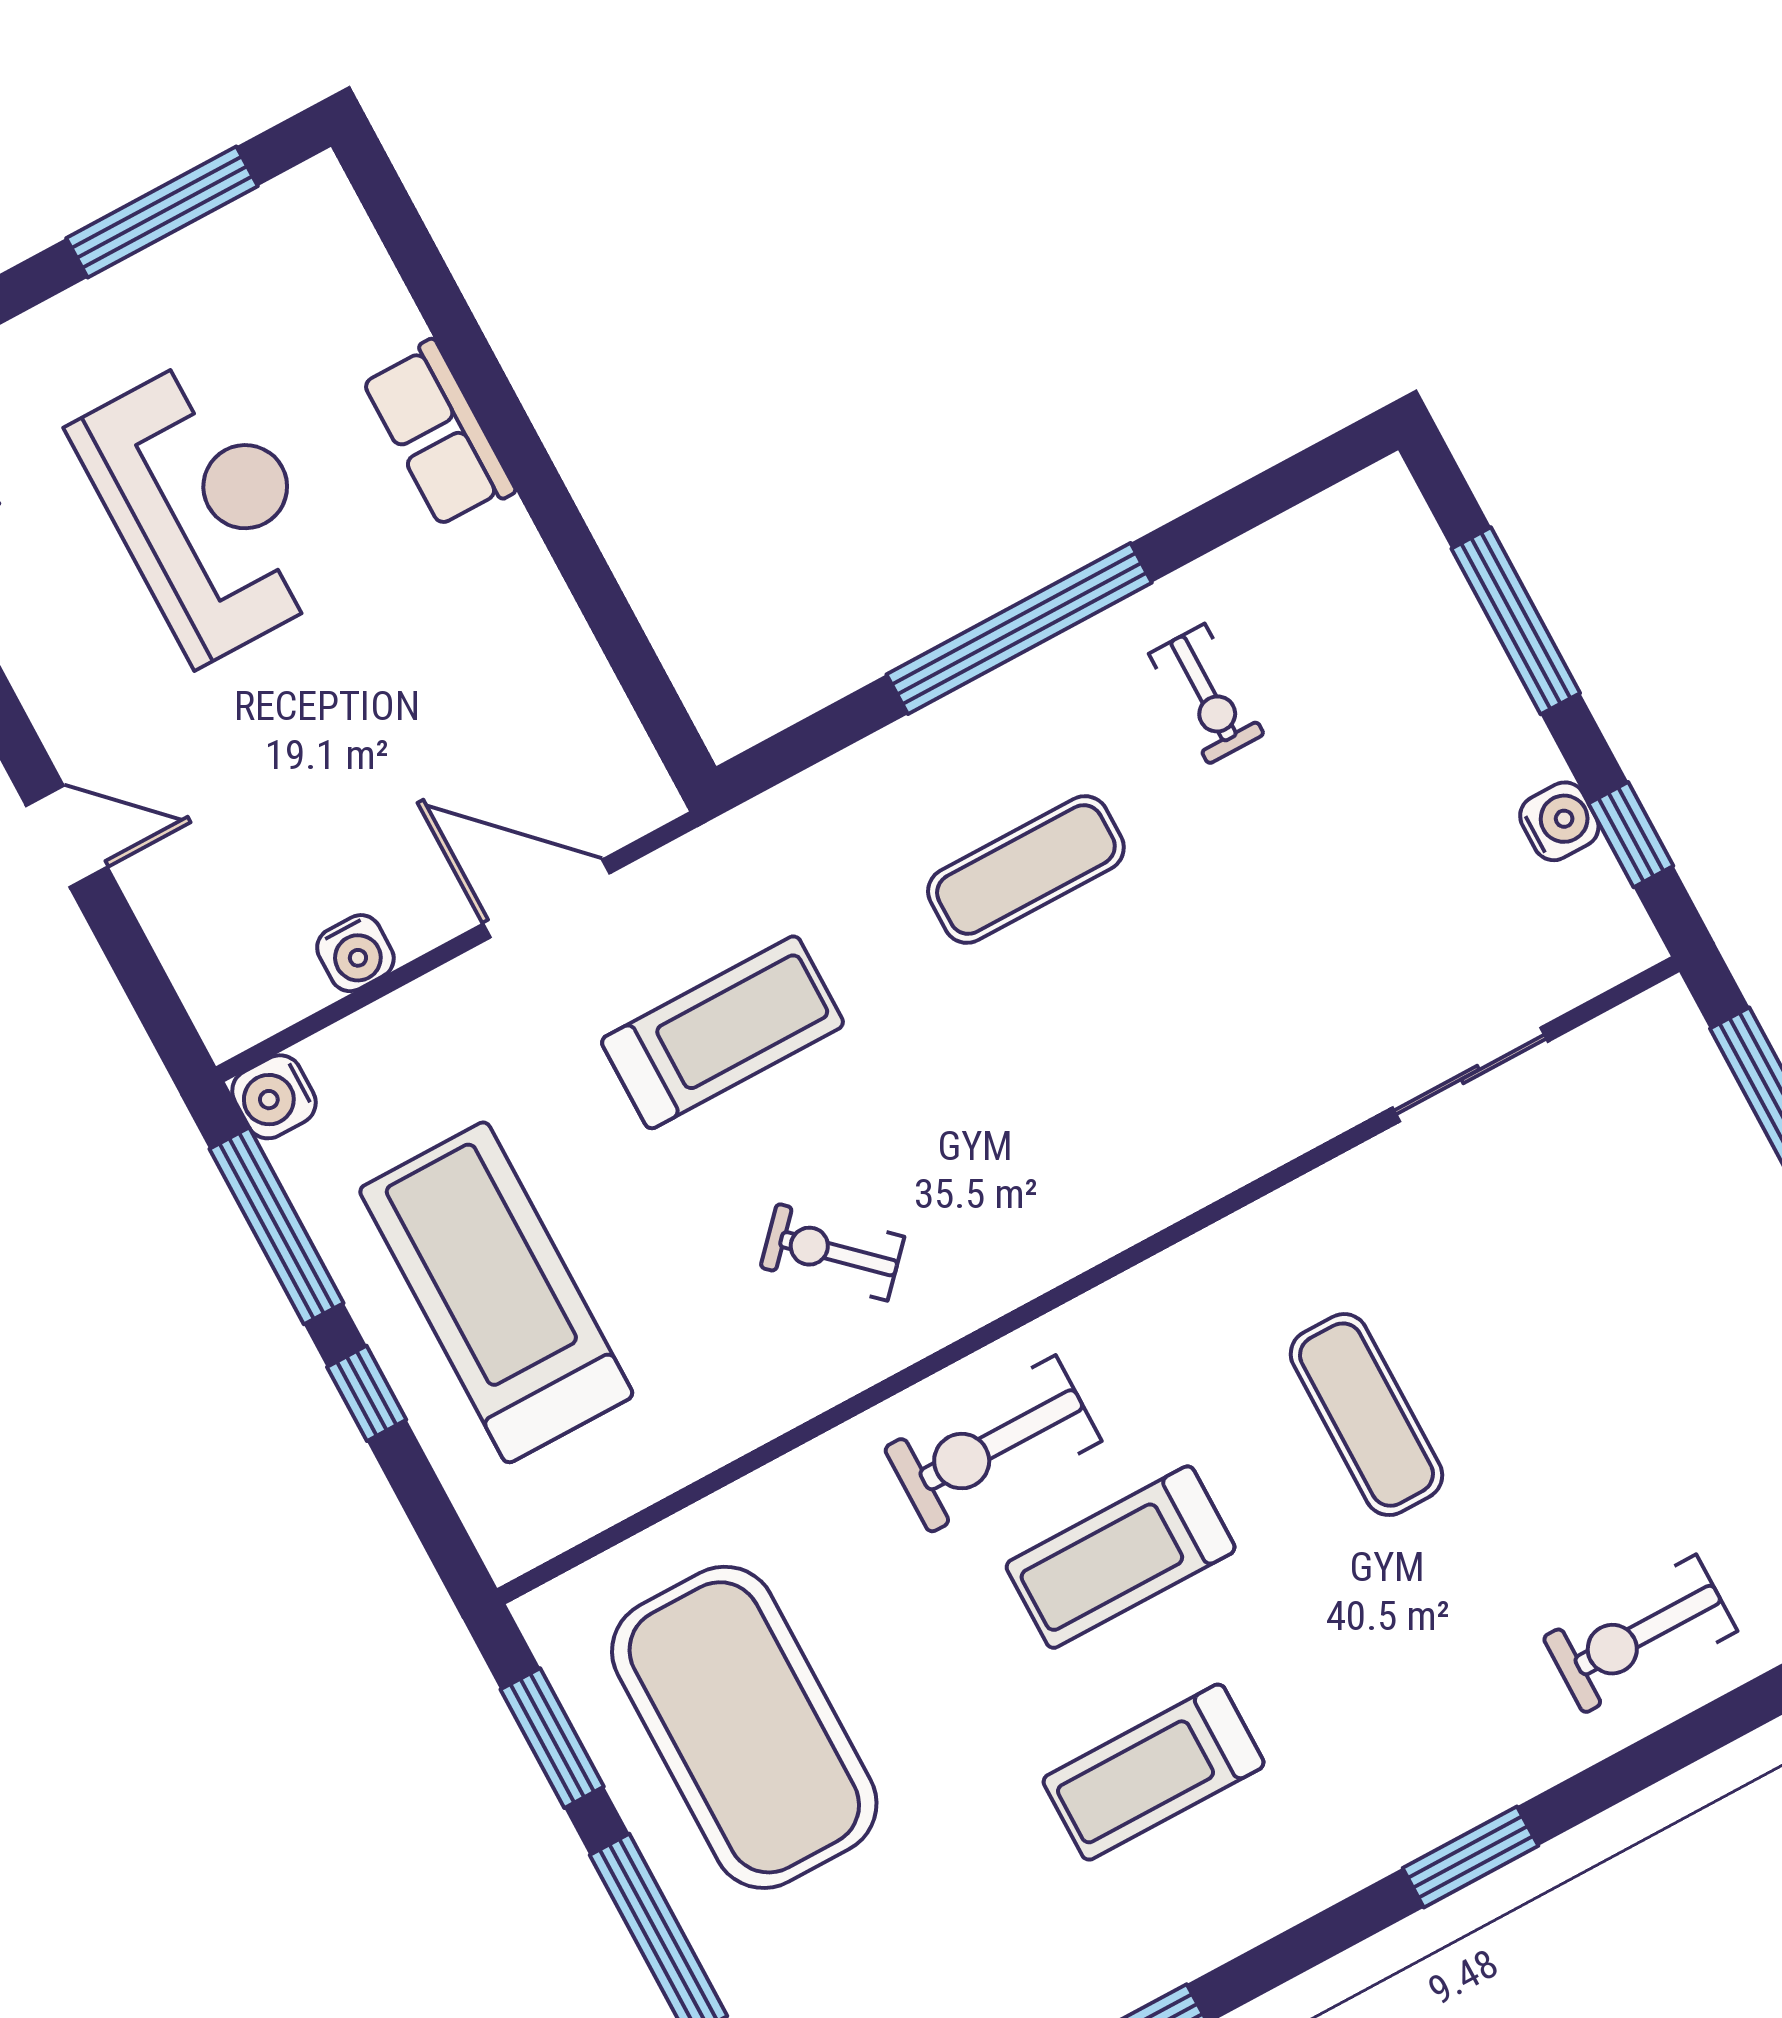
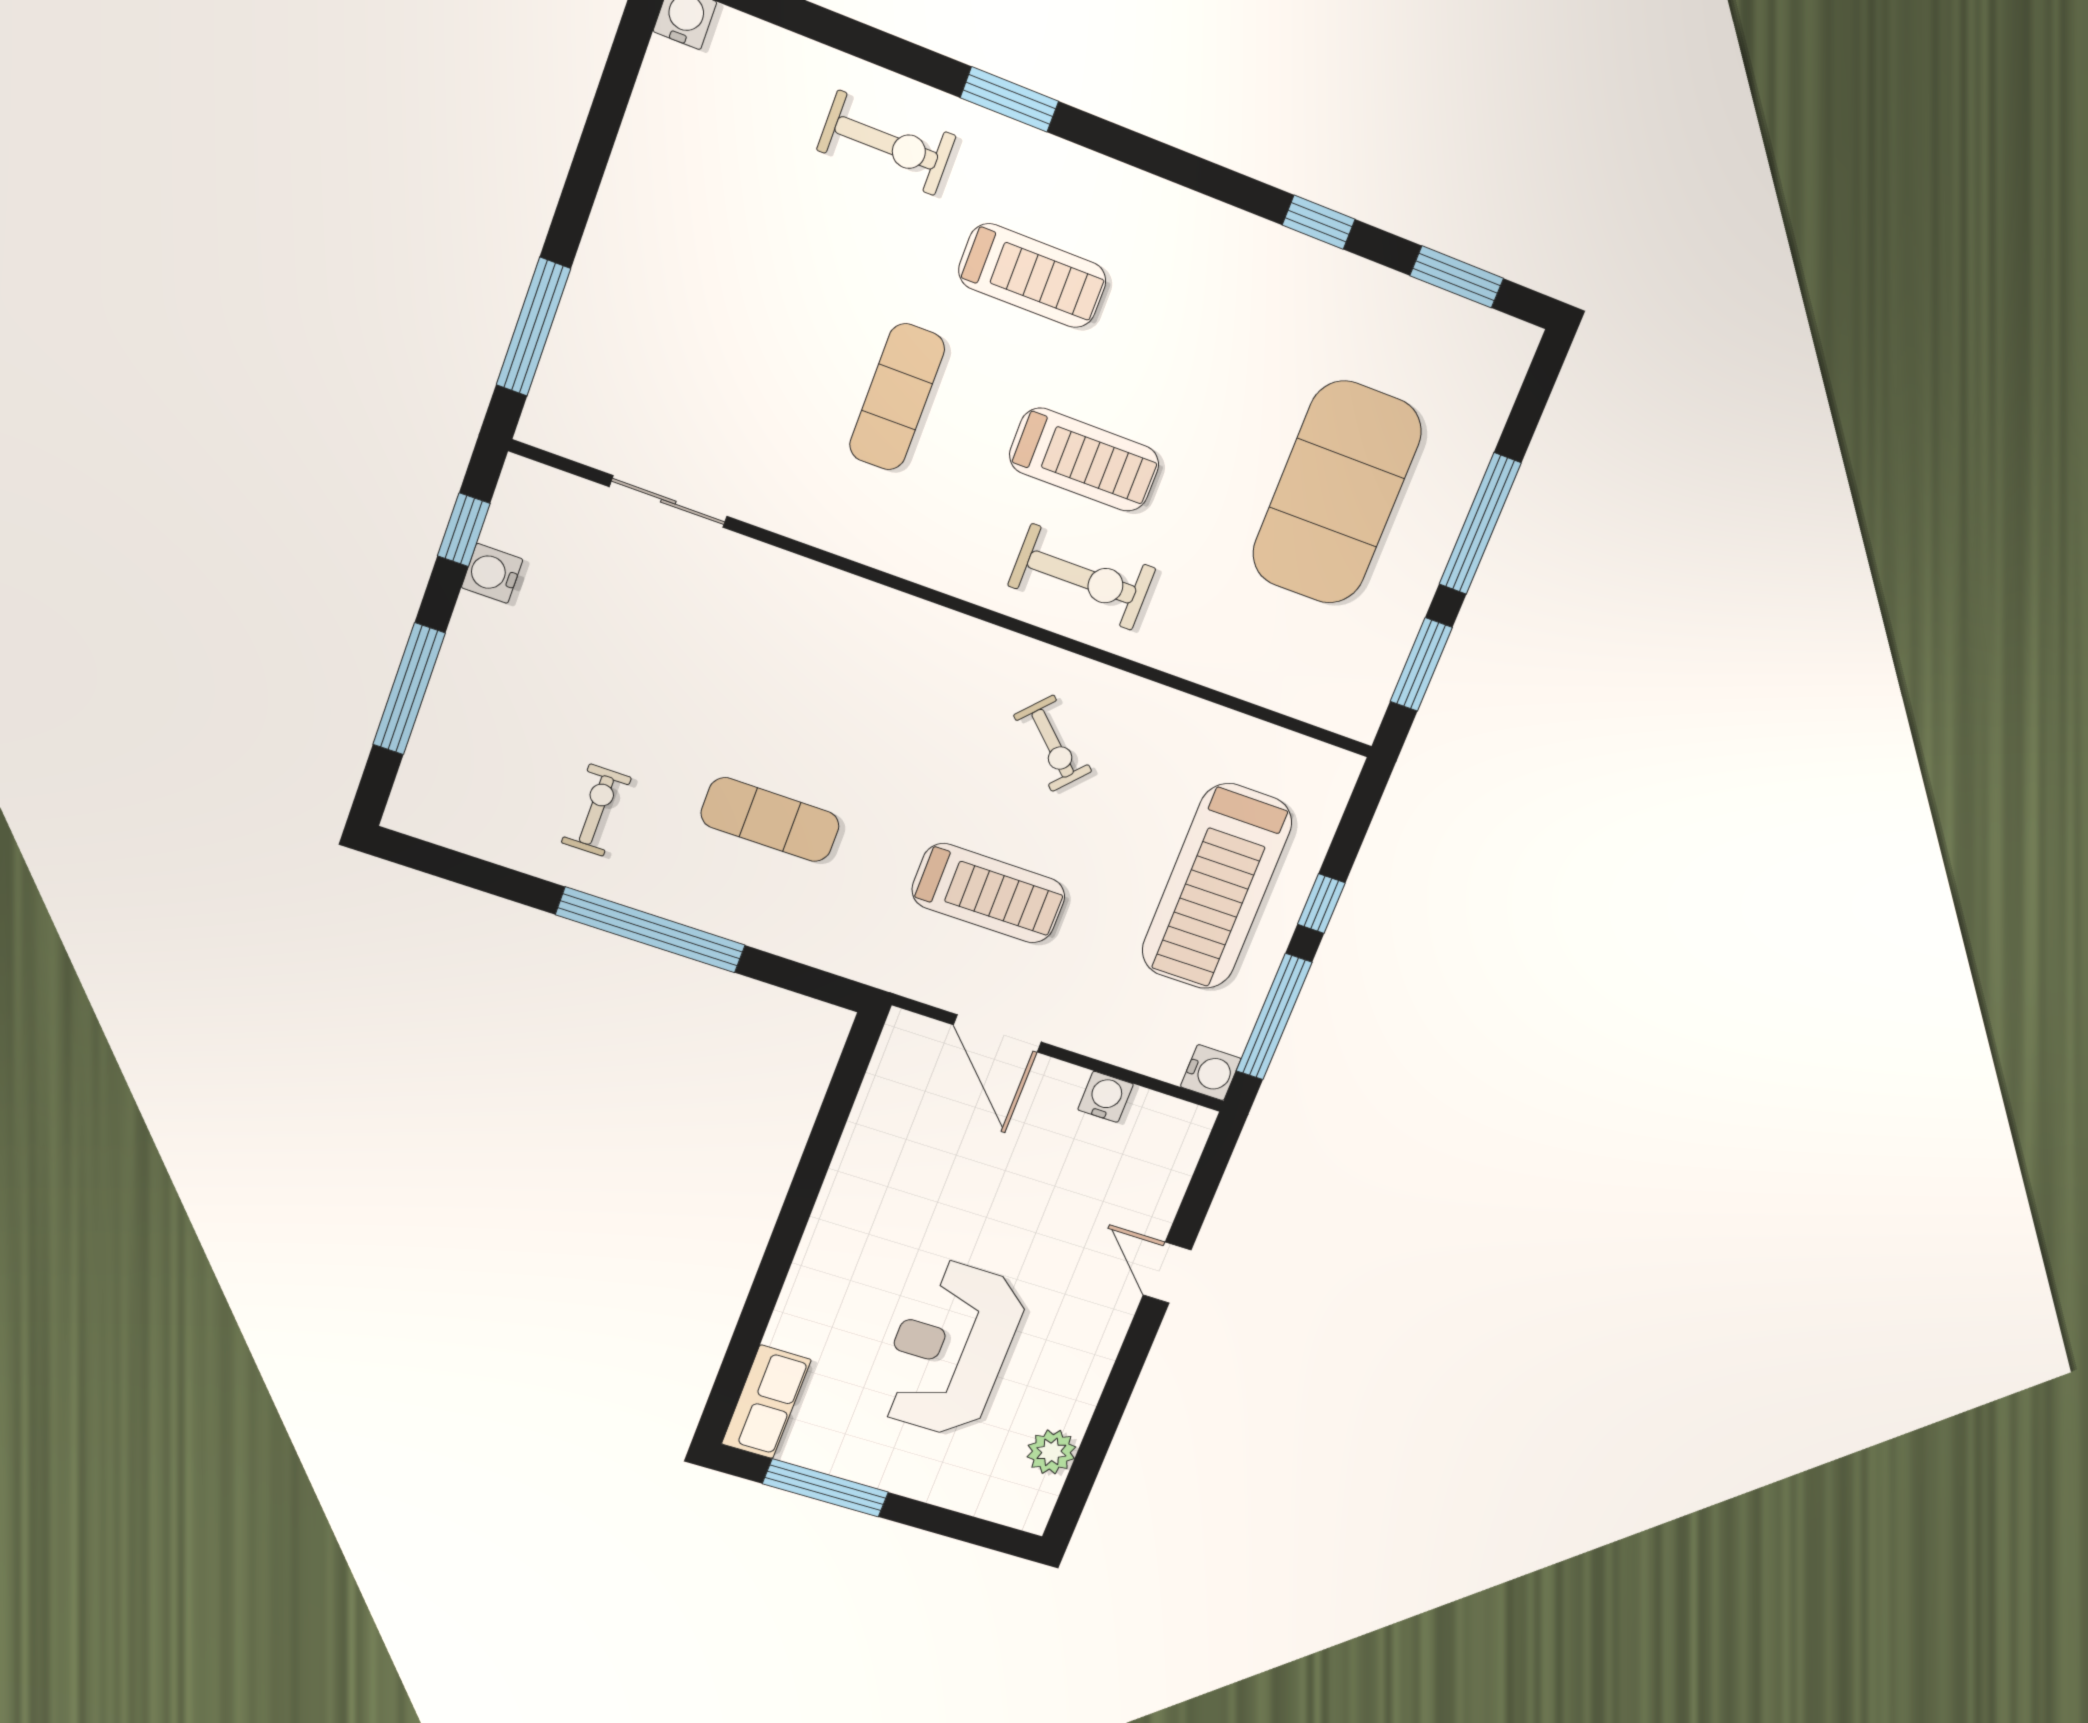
row of seats: (438, 434) -> (766, 1402), moved
treadmill: (723, 1032) -> (989, 893), turned 180
exercise mat: (744, 1727) -> (1337, 493), moved
treadmill: (1154, 1772) -> (1032, 276), moved
window: (1470, 1857) -> (1009, 99), moved

